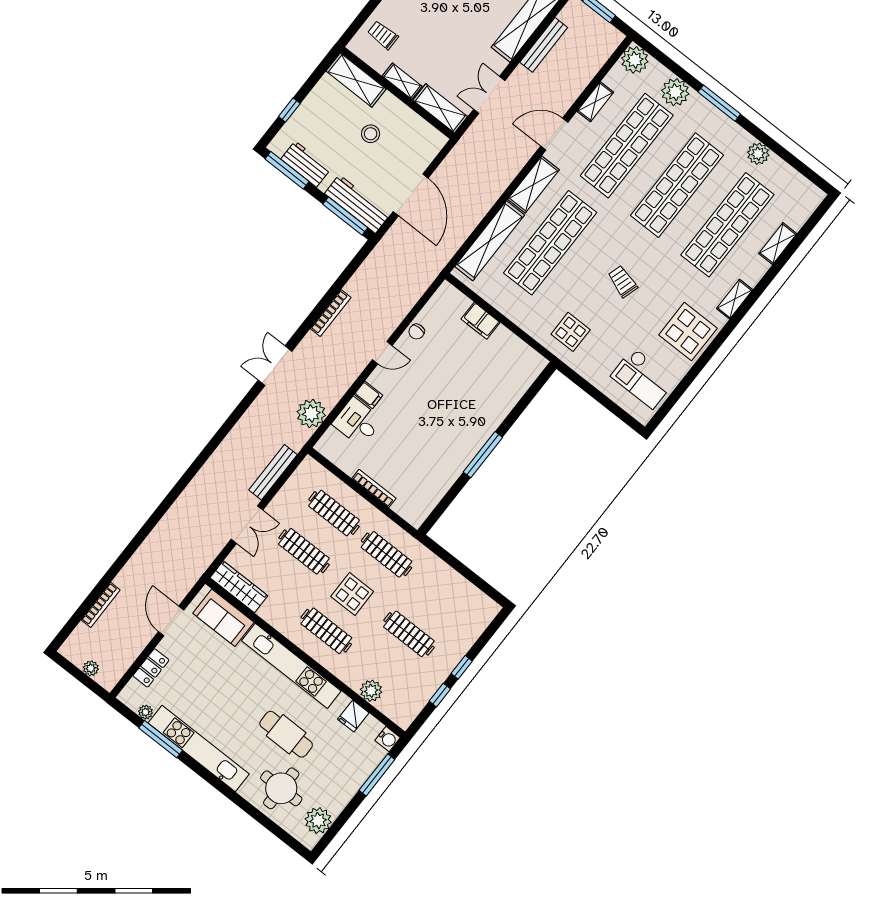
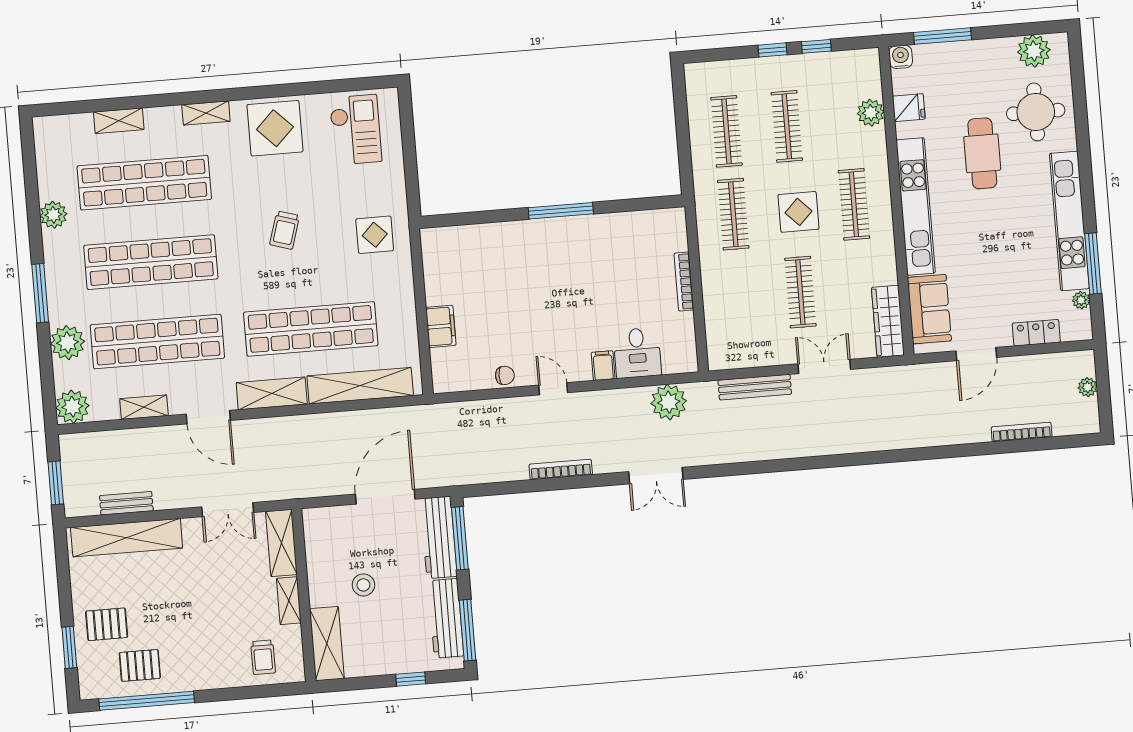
bench: (544, 45) -> (126, 503), width x0.73
workbench: (306, 164) -> (446, 618), width x1.38
clothes rail: (334, 513) -> (726, 131), moved

